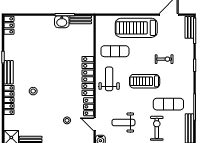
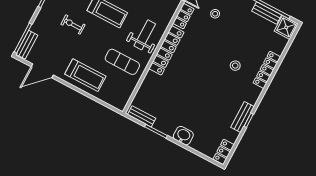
washbasin: (62, 22) -> (183, 136), moved
treadmill: (136, 28) -> (85, 75), width x0.73, depth x0.73
bench: (9, 72) -> (243, 117), moved
weight bench: (109, 79) -> (145, 35), turned 180

